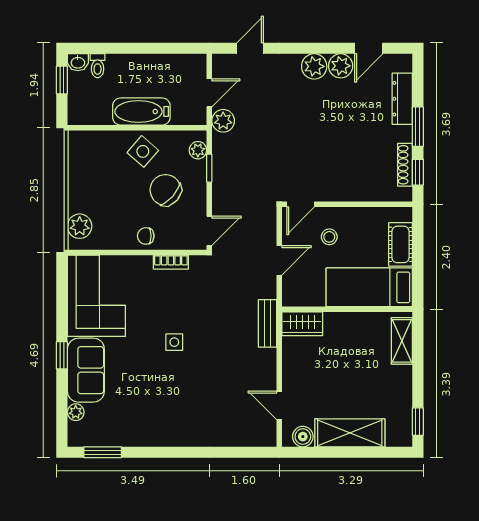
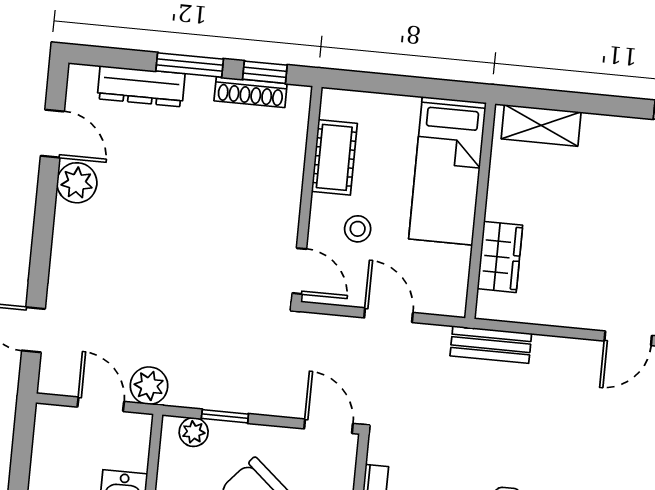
plant: (314, 66) -> (74, 227), removed
cot: (401, 244) -> (334, 157), moved, turned 90
wardrobe: (302, 324) -> (500, 257), moved

